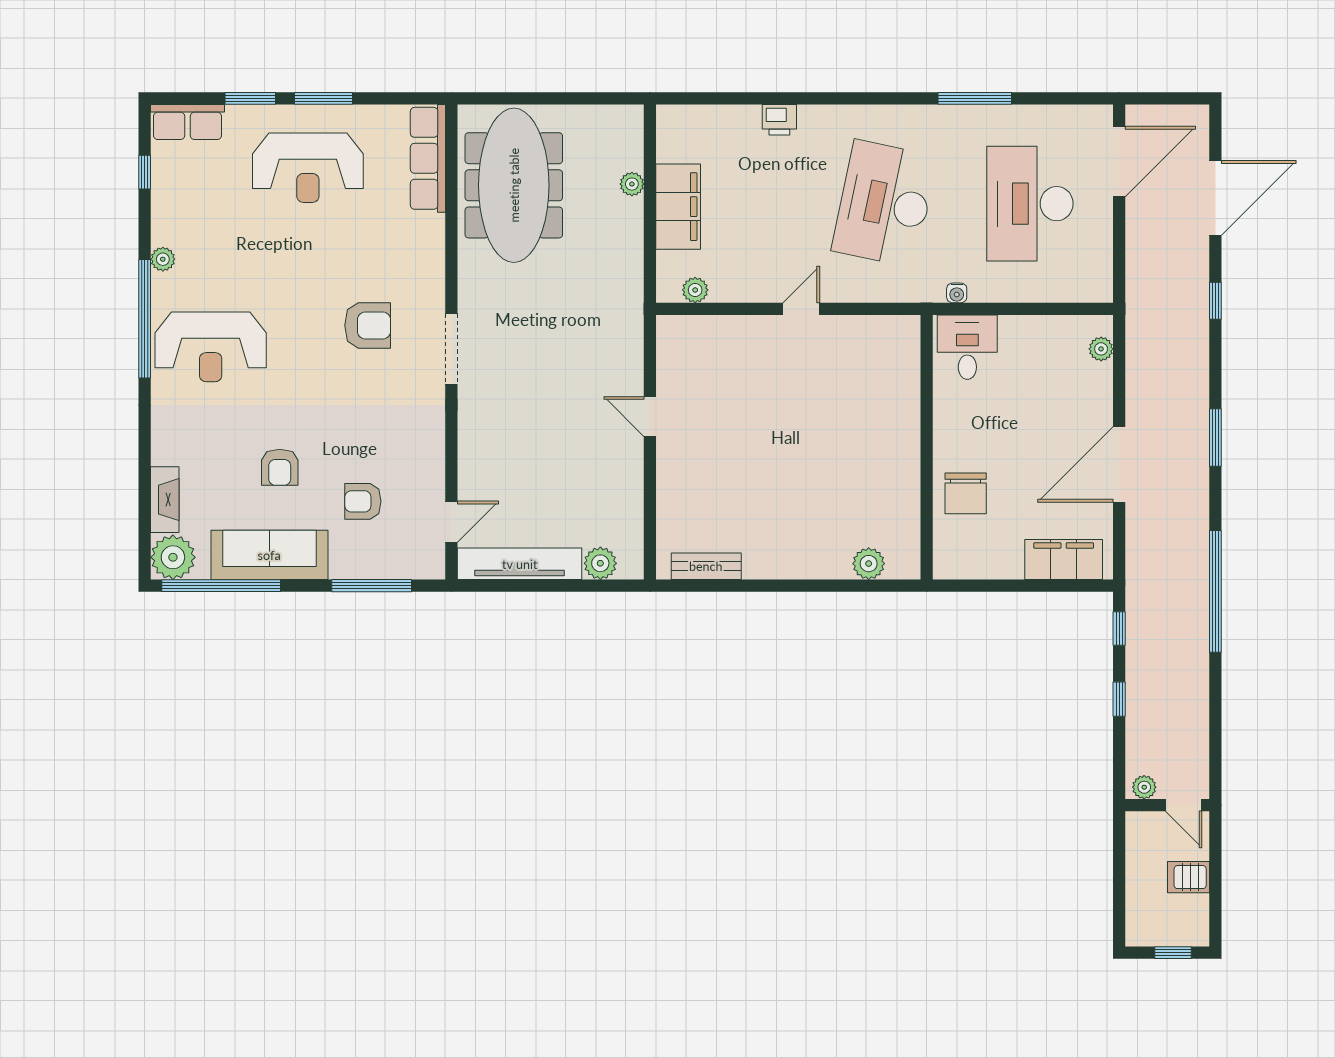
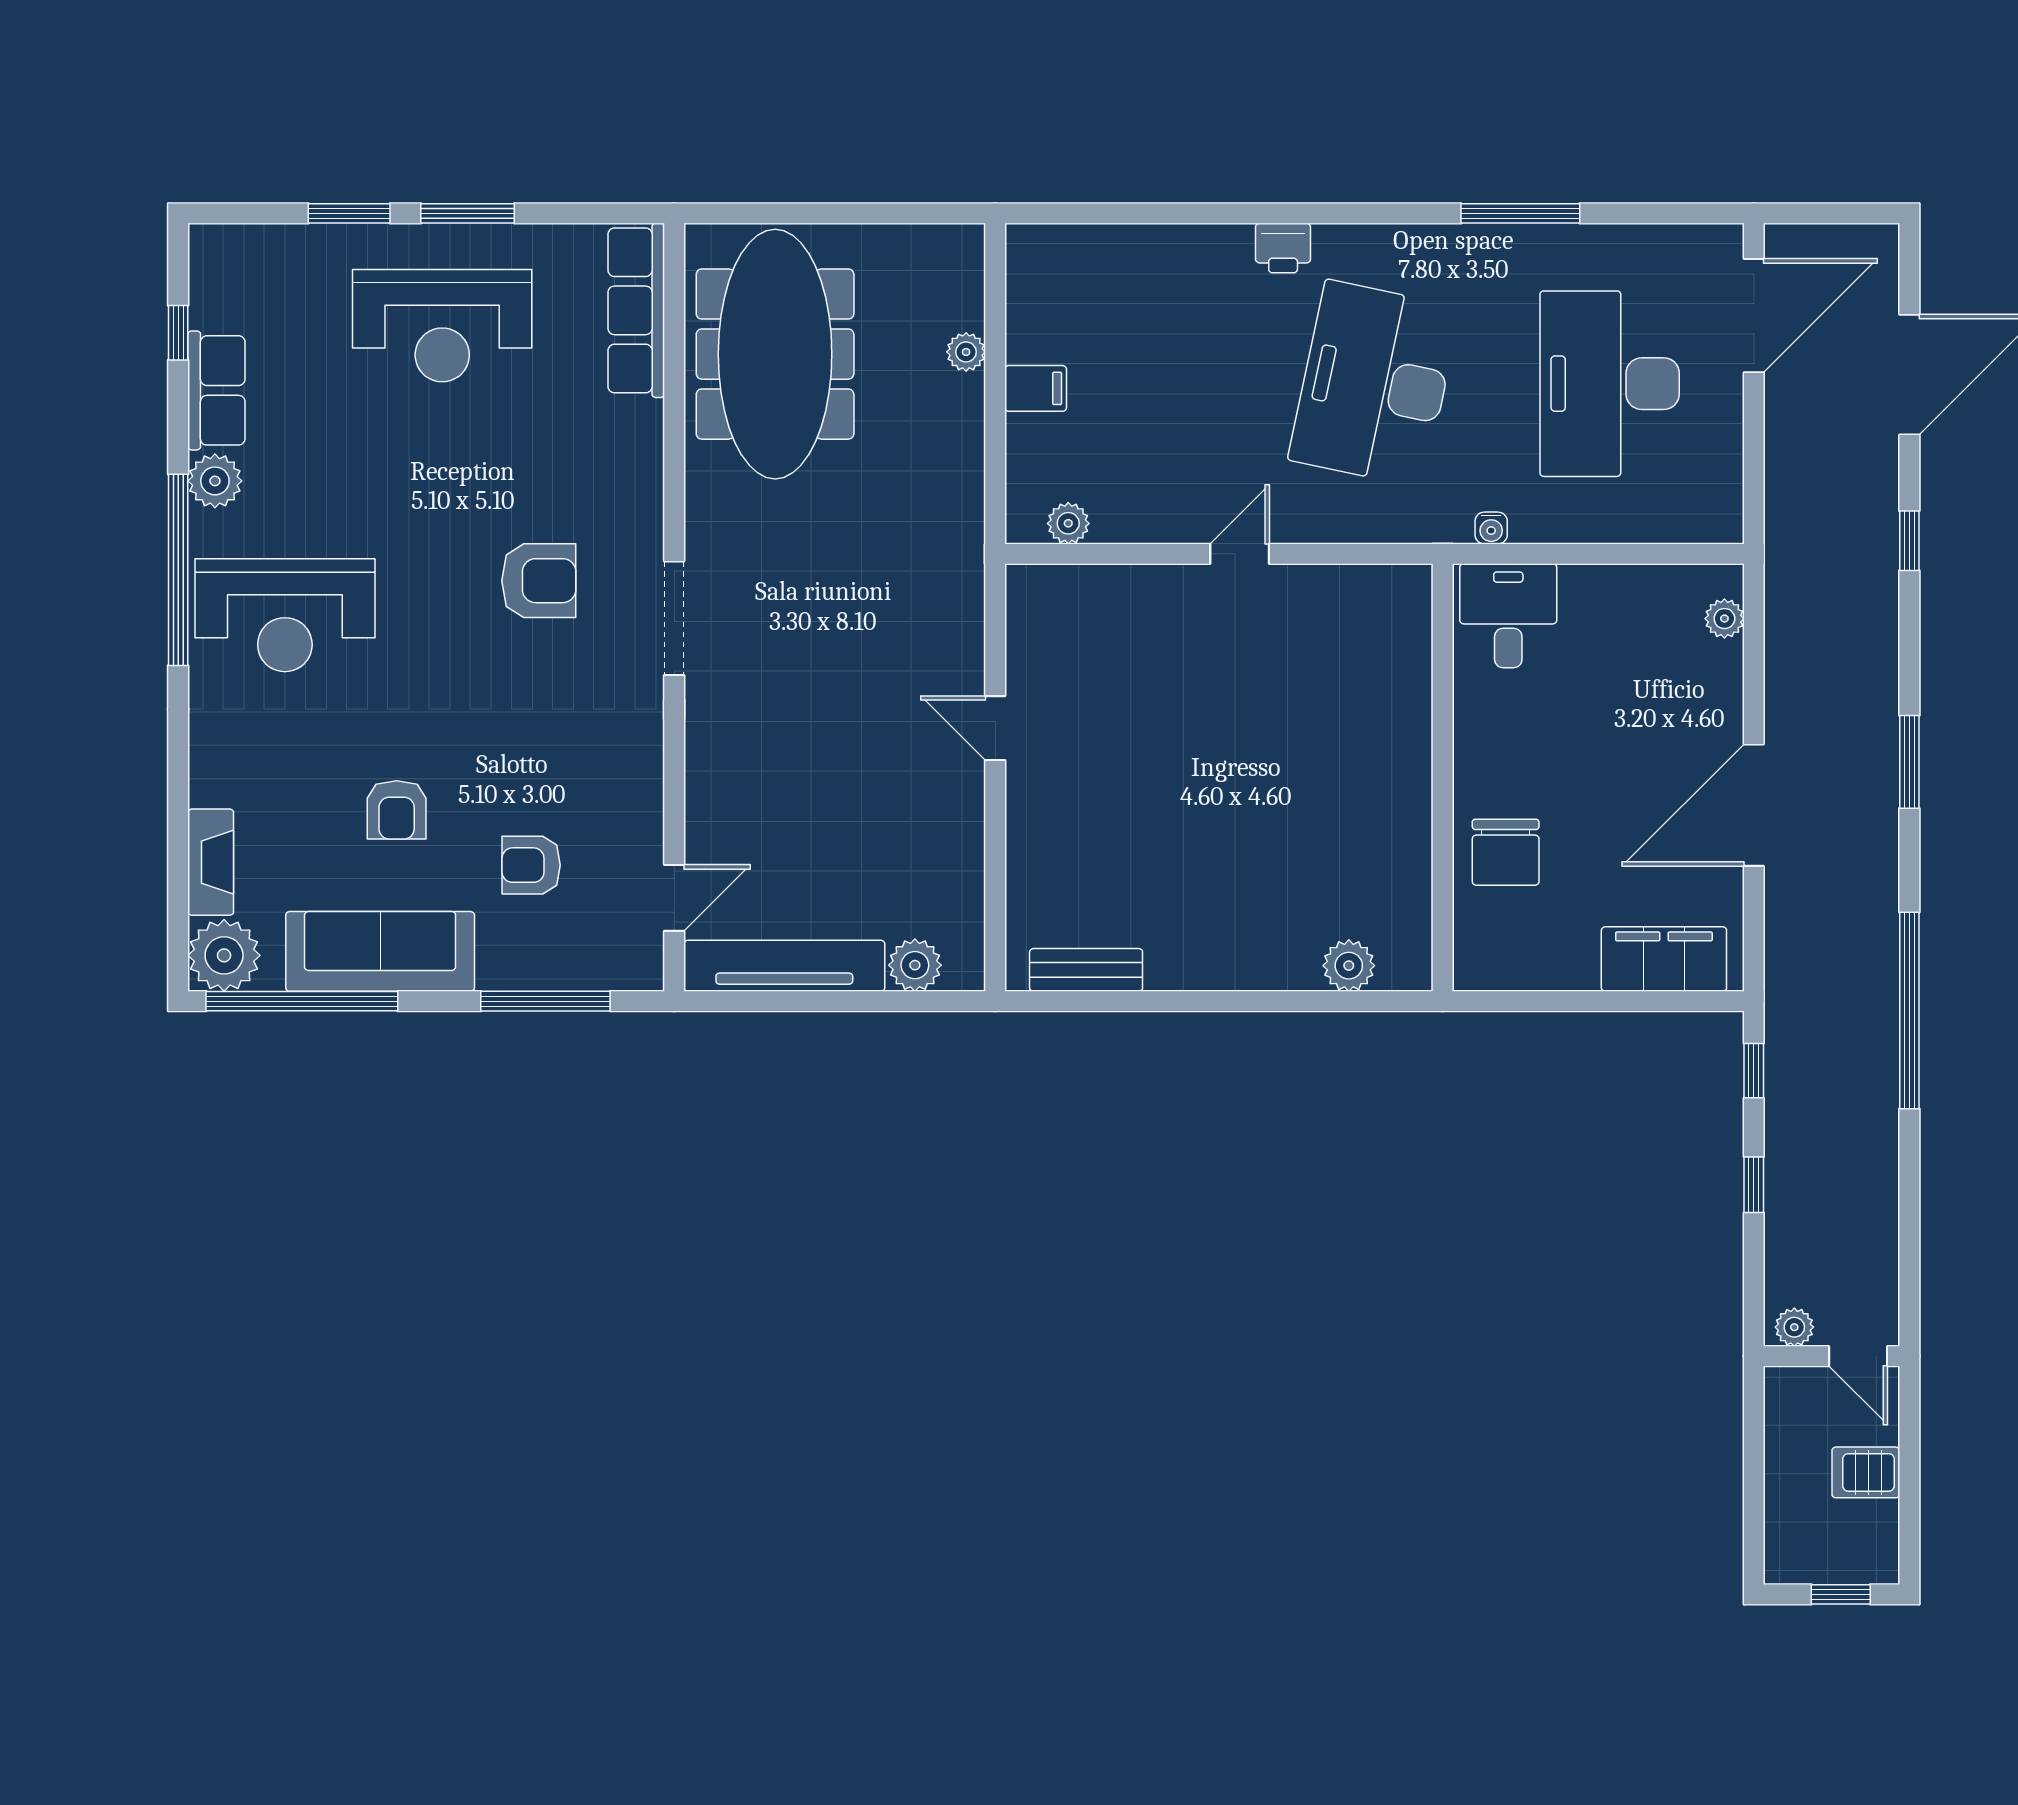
printer: (779, 120) -> (1283, 248), moved
row of seats: (188, 122) -> (216, 390), moved, turned -90
filing cabinet: (678, 207) -> (1036, 388), width x0.33, depth x0.86
plant: (163, 259) -> (215, 481), width x1.38, depth x1.38

